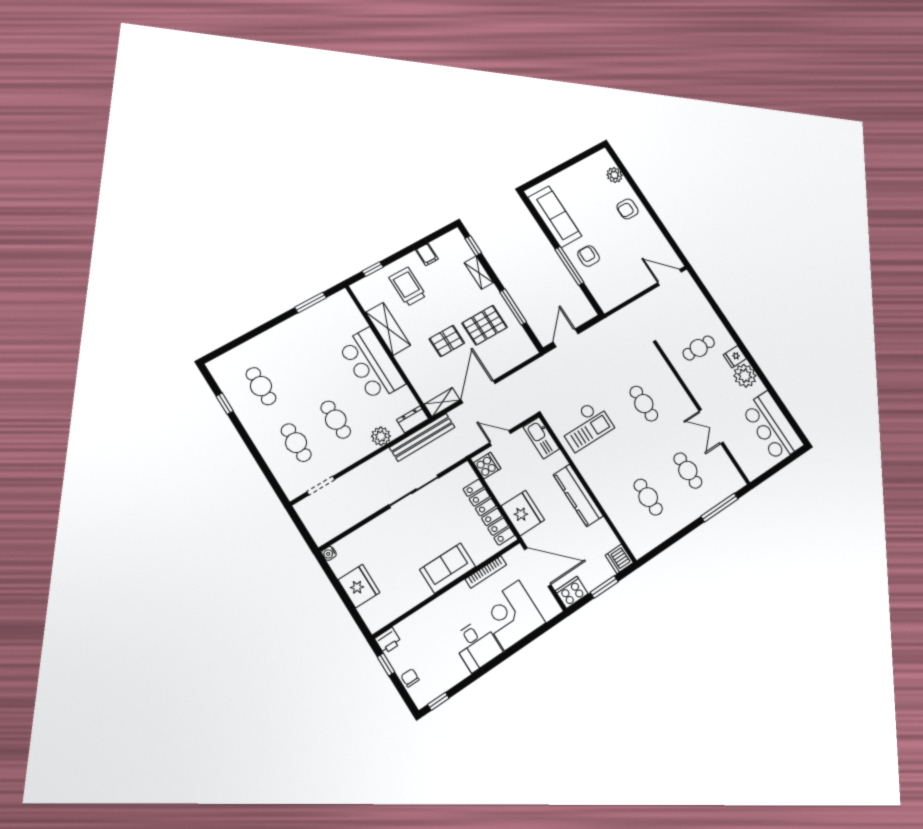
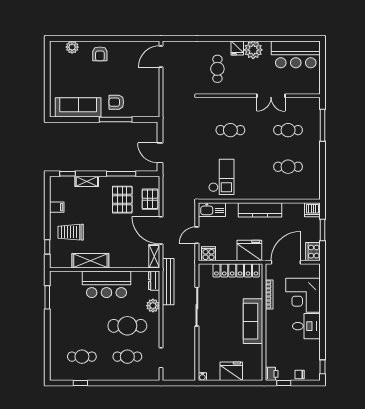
pallet: (447, 341) -> (150, 199), moved
cafe table: (336, 420) -> (127, 326), width x1.37, depth x1.35
sofa: (448, 568) -> (253, 321), width x1.36

